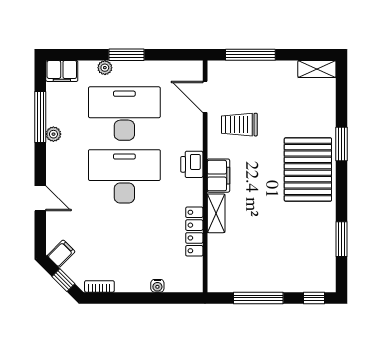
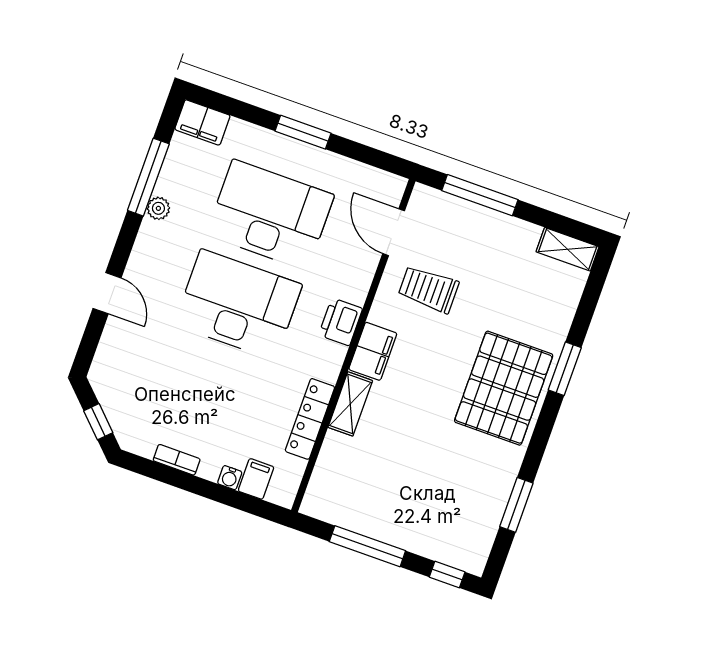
plant: (105, 68) -> (265, 139), removed
filing cabinet: (61, 254) -> (256, 479), moved, turned -45
bookcase: (99, 286) -> (177, 460), moved

